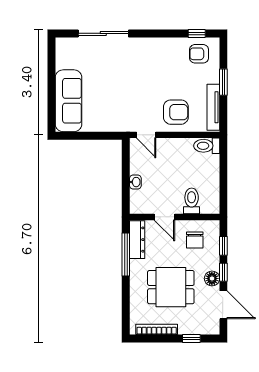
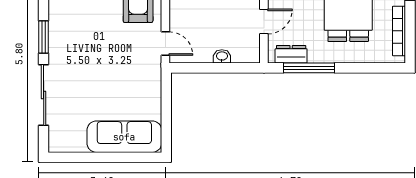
window: (151, 33) -> (44, 37), added
door: (146, 135) -> (165, 44), hinge flipped
dresser: (137, 240) -> (291, 54), width x0.70

